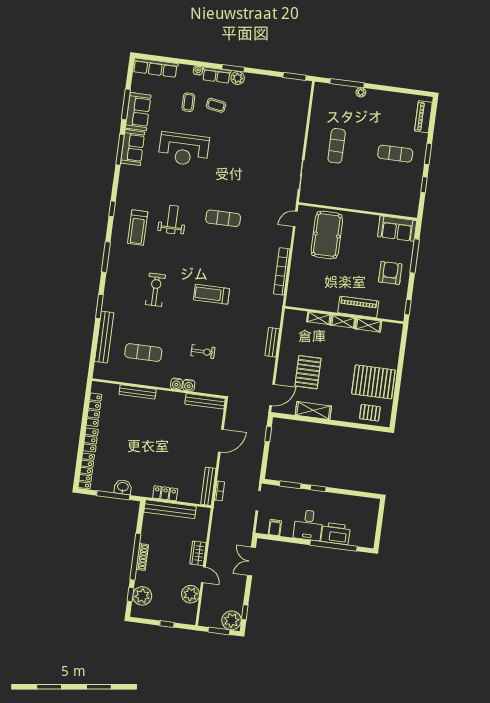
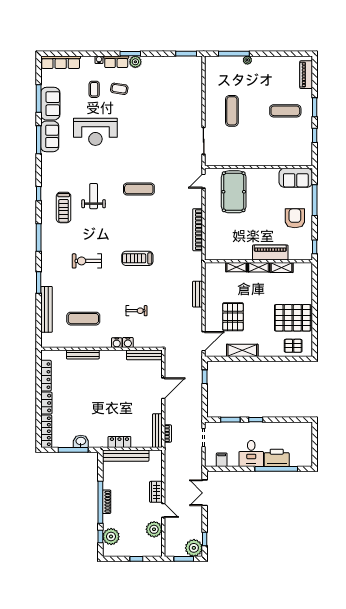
exercise bike: (155, 290) -> (87, 261), turned -90

